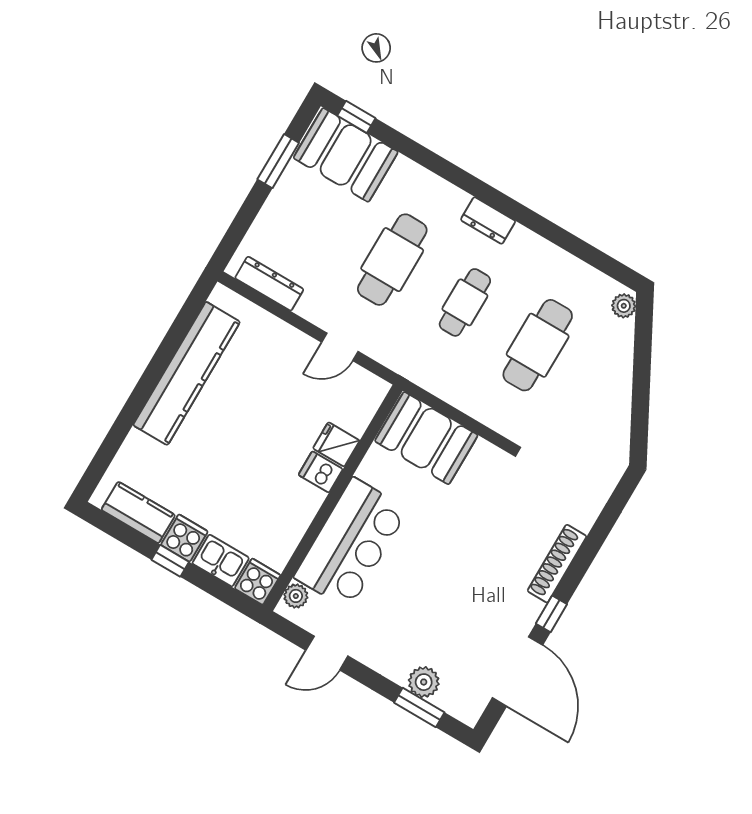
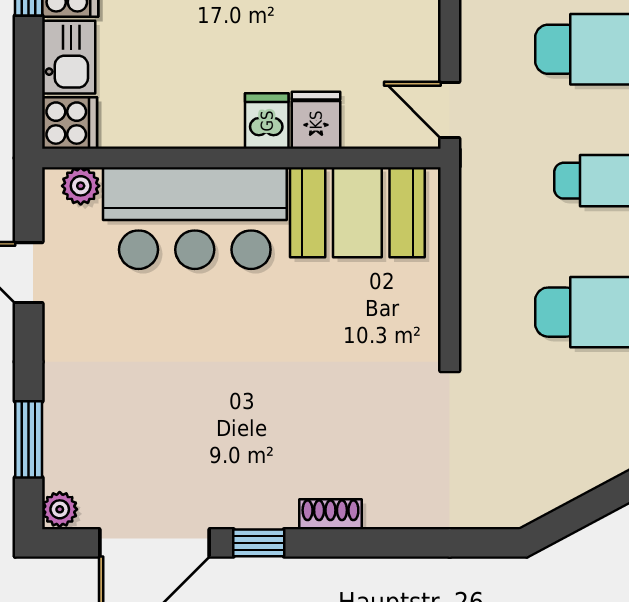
door: (340, 347) -> (450, 110), moved
booth: (426, 438) -> (357, 212), moved, turned 90
shoe rack: (557, 564) -> (330, 514), width x0.51, depth x0.81
plant: (424, 682) -> (60, 509), moved, width x0.73, depth x0.73

